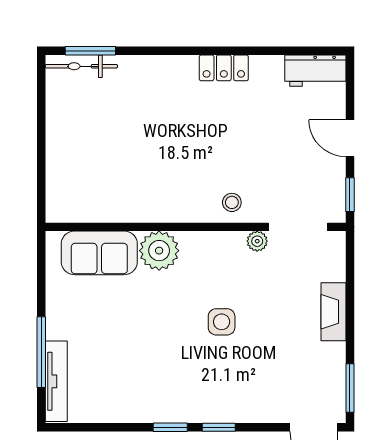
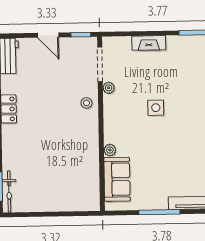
door: (350, 138) -> (48, 35), hinge flipped
plant: (159, 251) -> (110, 150), width x0.53, depth x0.53
window: (41, 352) -> (159, 212), moved

